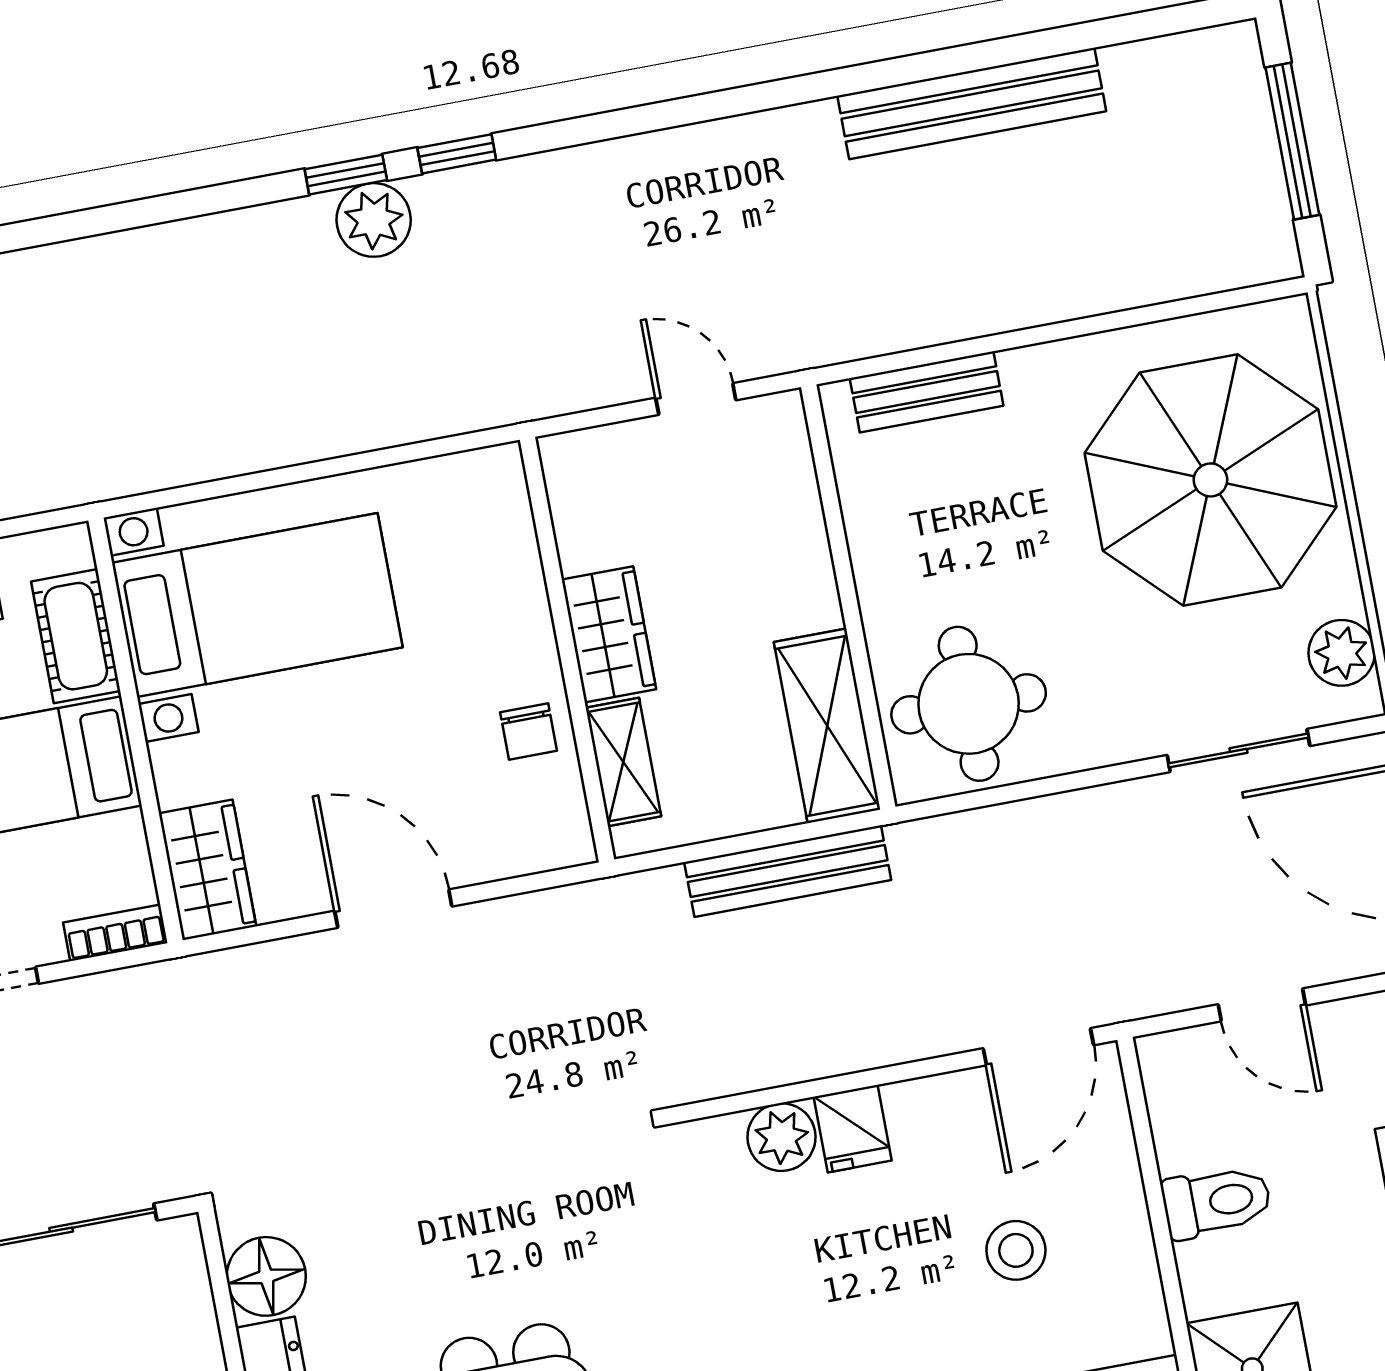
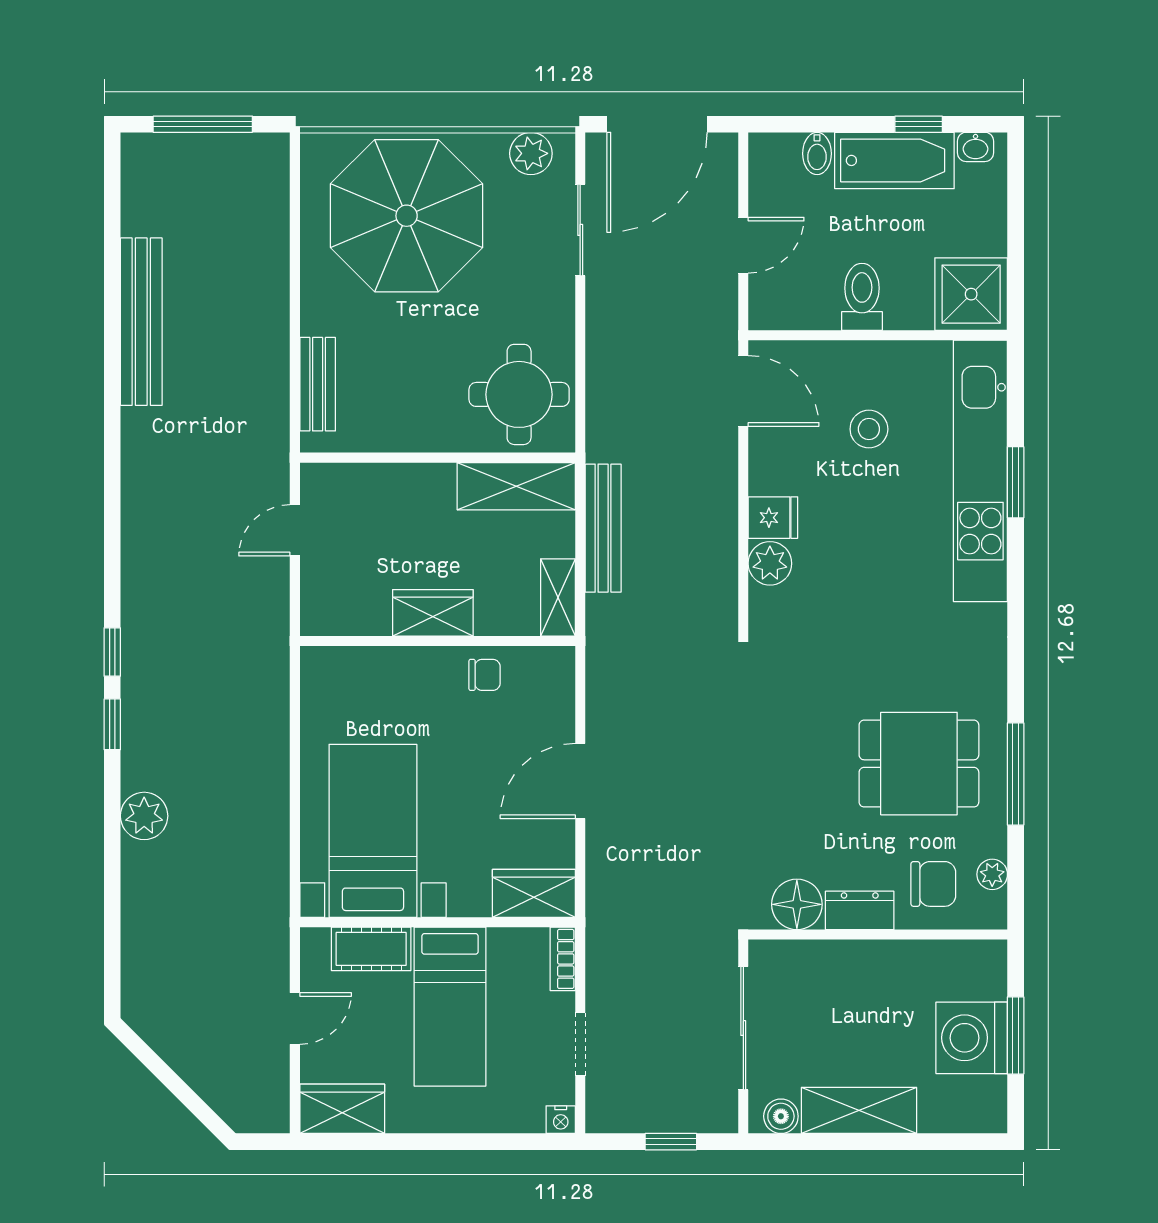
plant: (374, 220) -> (144, 816), moved
shelving: (623, 762) -> (558, 598), moved, turned 90

